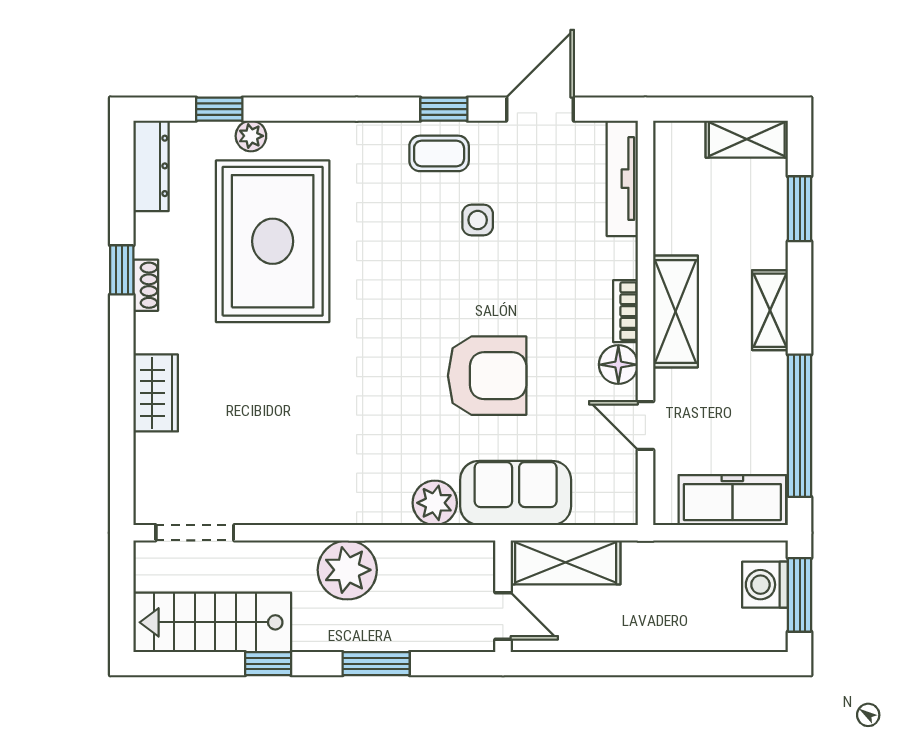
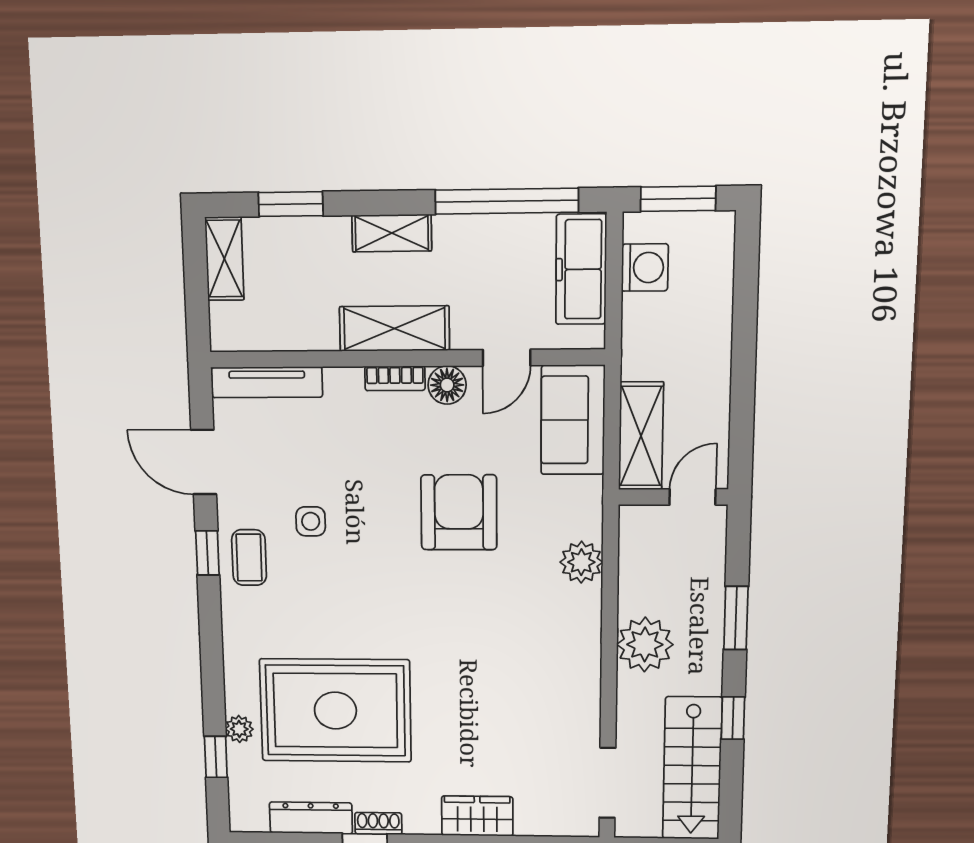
dresser: (151, 166) -> (311, 818), moved
sofa: (516, 493) -> (573, 420), moved
washing machine: (765, 585) -> (645, 268), moved, turned -90

